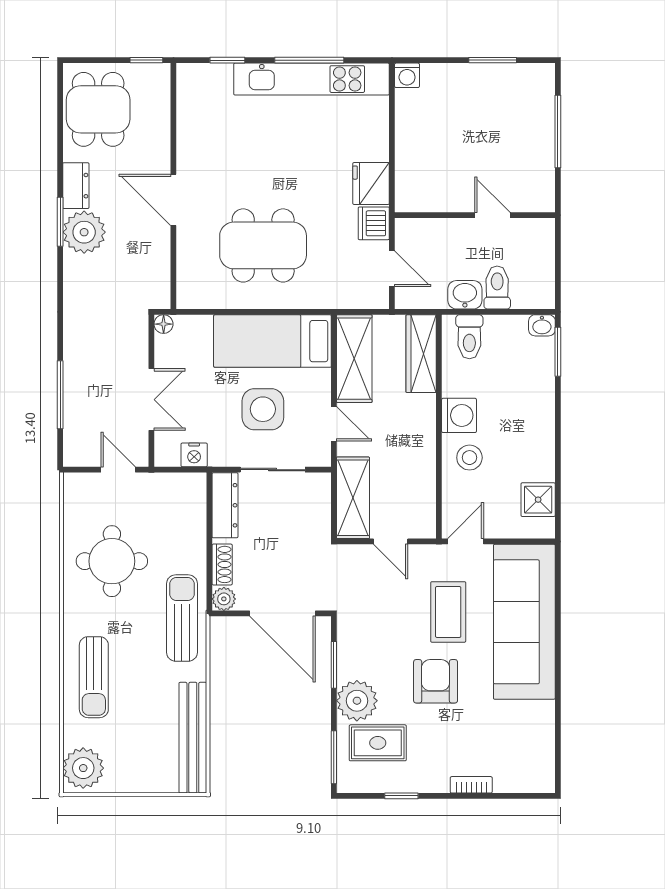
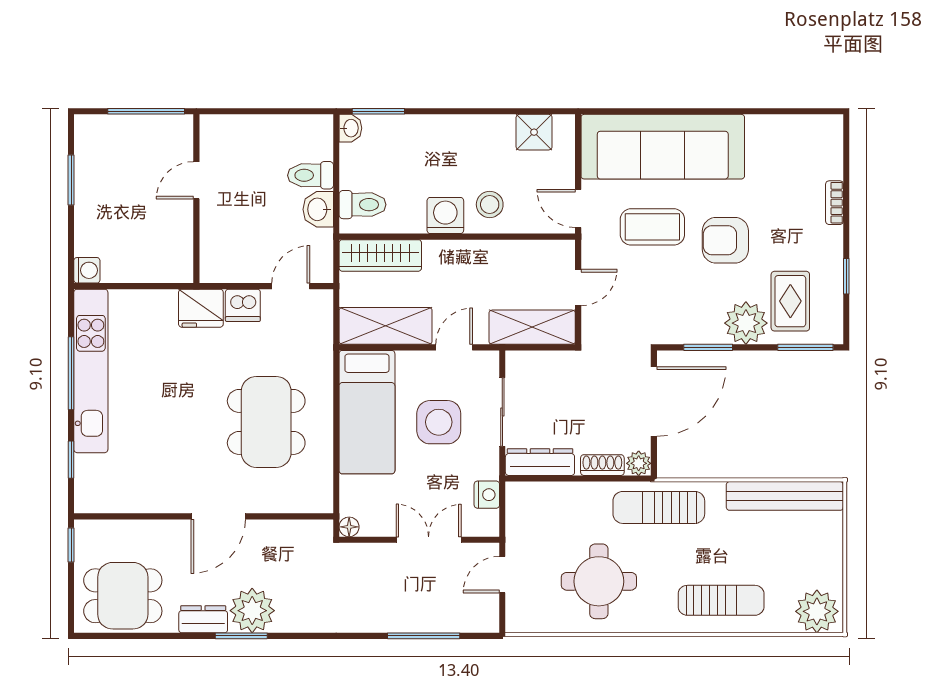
wall: (475, 215) -> (196, 199), moved
door: (492, 215) -> (196, 180), moved

